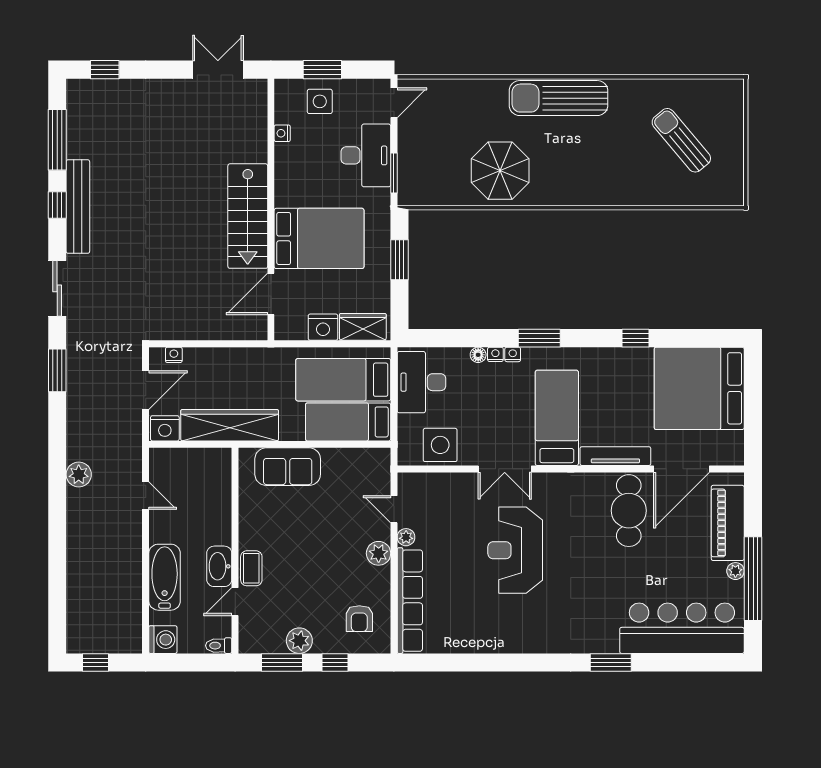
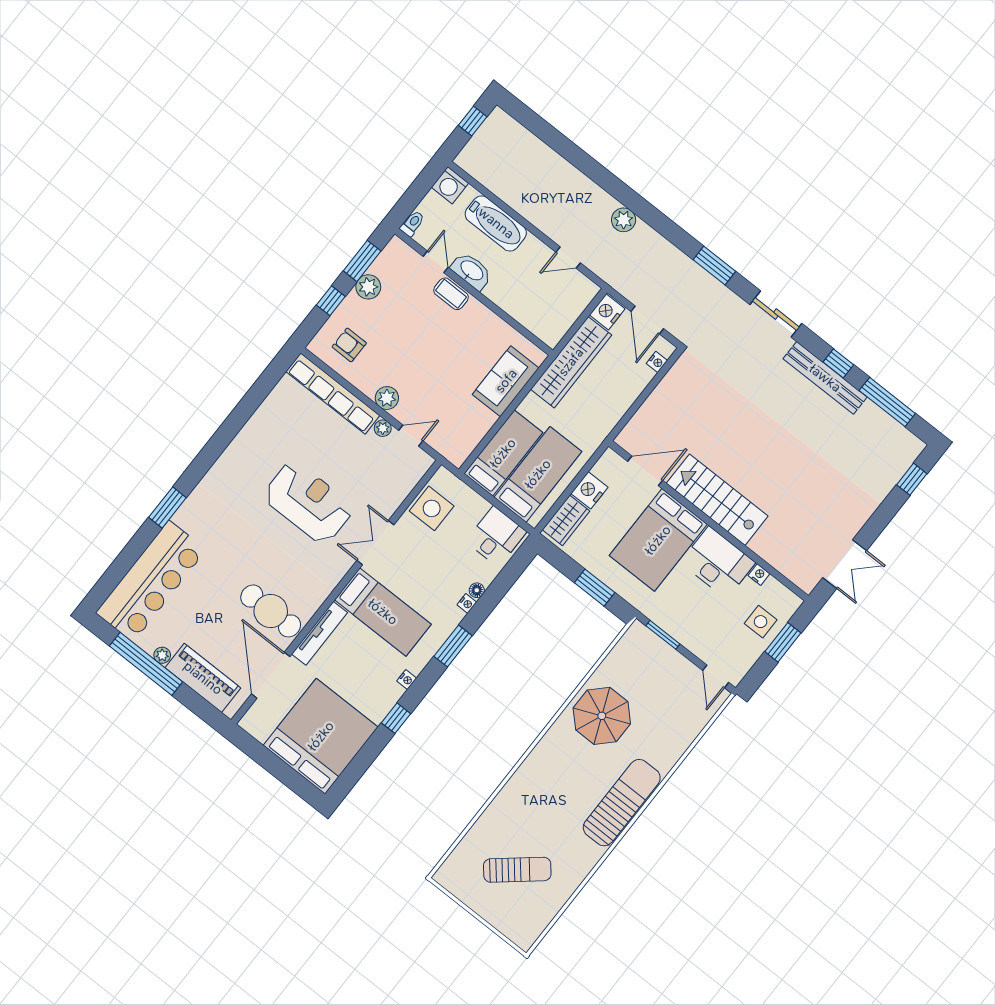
desk: (366, 155) -> (718, 562), moved, turned 180
door: (271, 294) -> (645, 471), hinge flipped
nightstand: (513, 354) -> (407, 680), moved
desk: (421, 382) -> (496, 537), width x0.73

